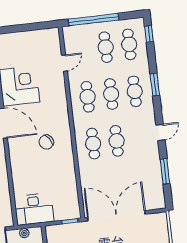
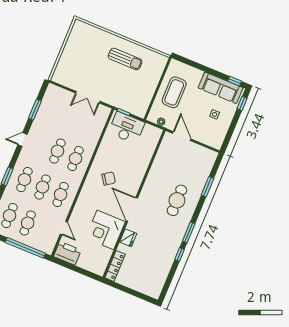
printer: (46, 39) -> (67, 253), added
door: (64, 63) -> (64, 228), swing flipped
desk: (34, 209) -> (127, 128), moved
double door: (116, 216) -> (88, 97), width x0.54

